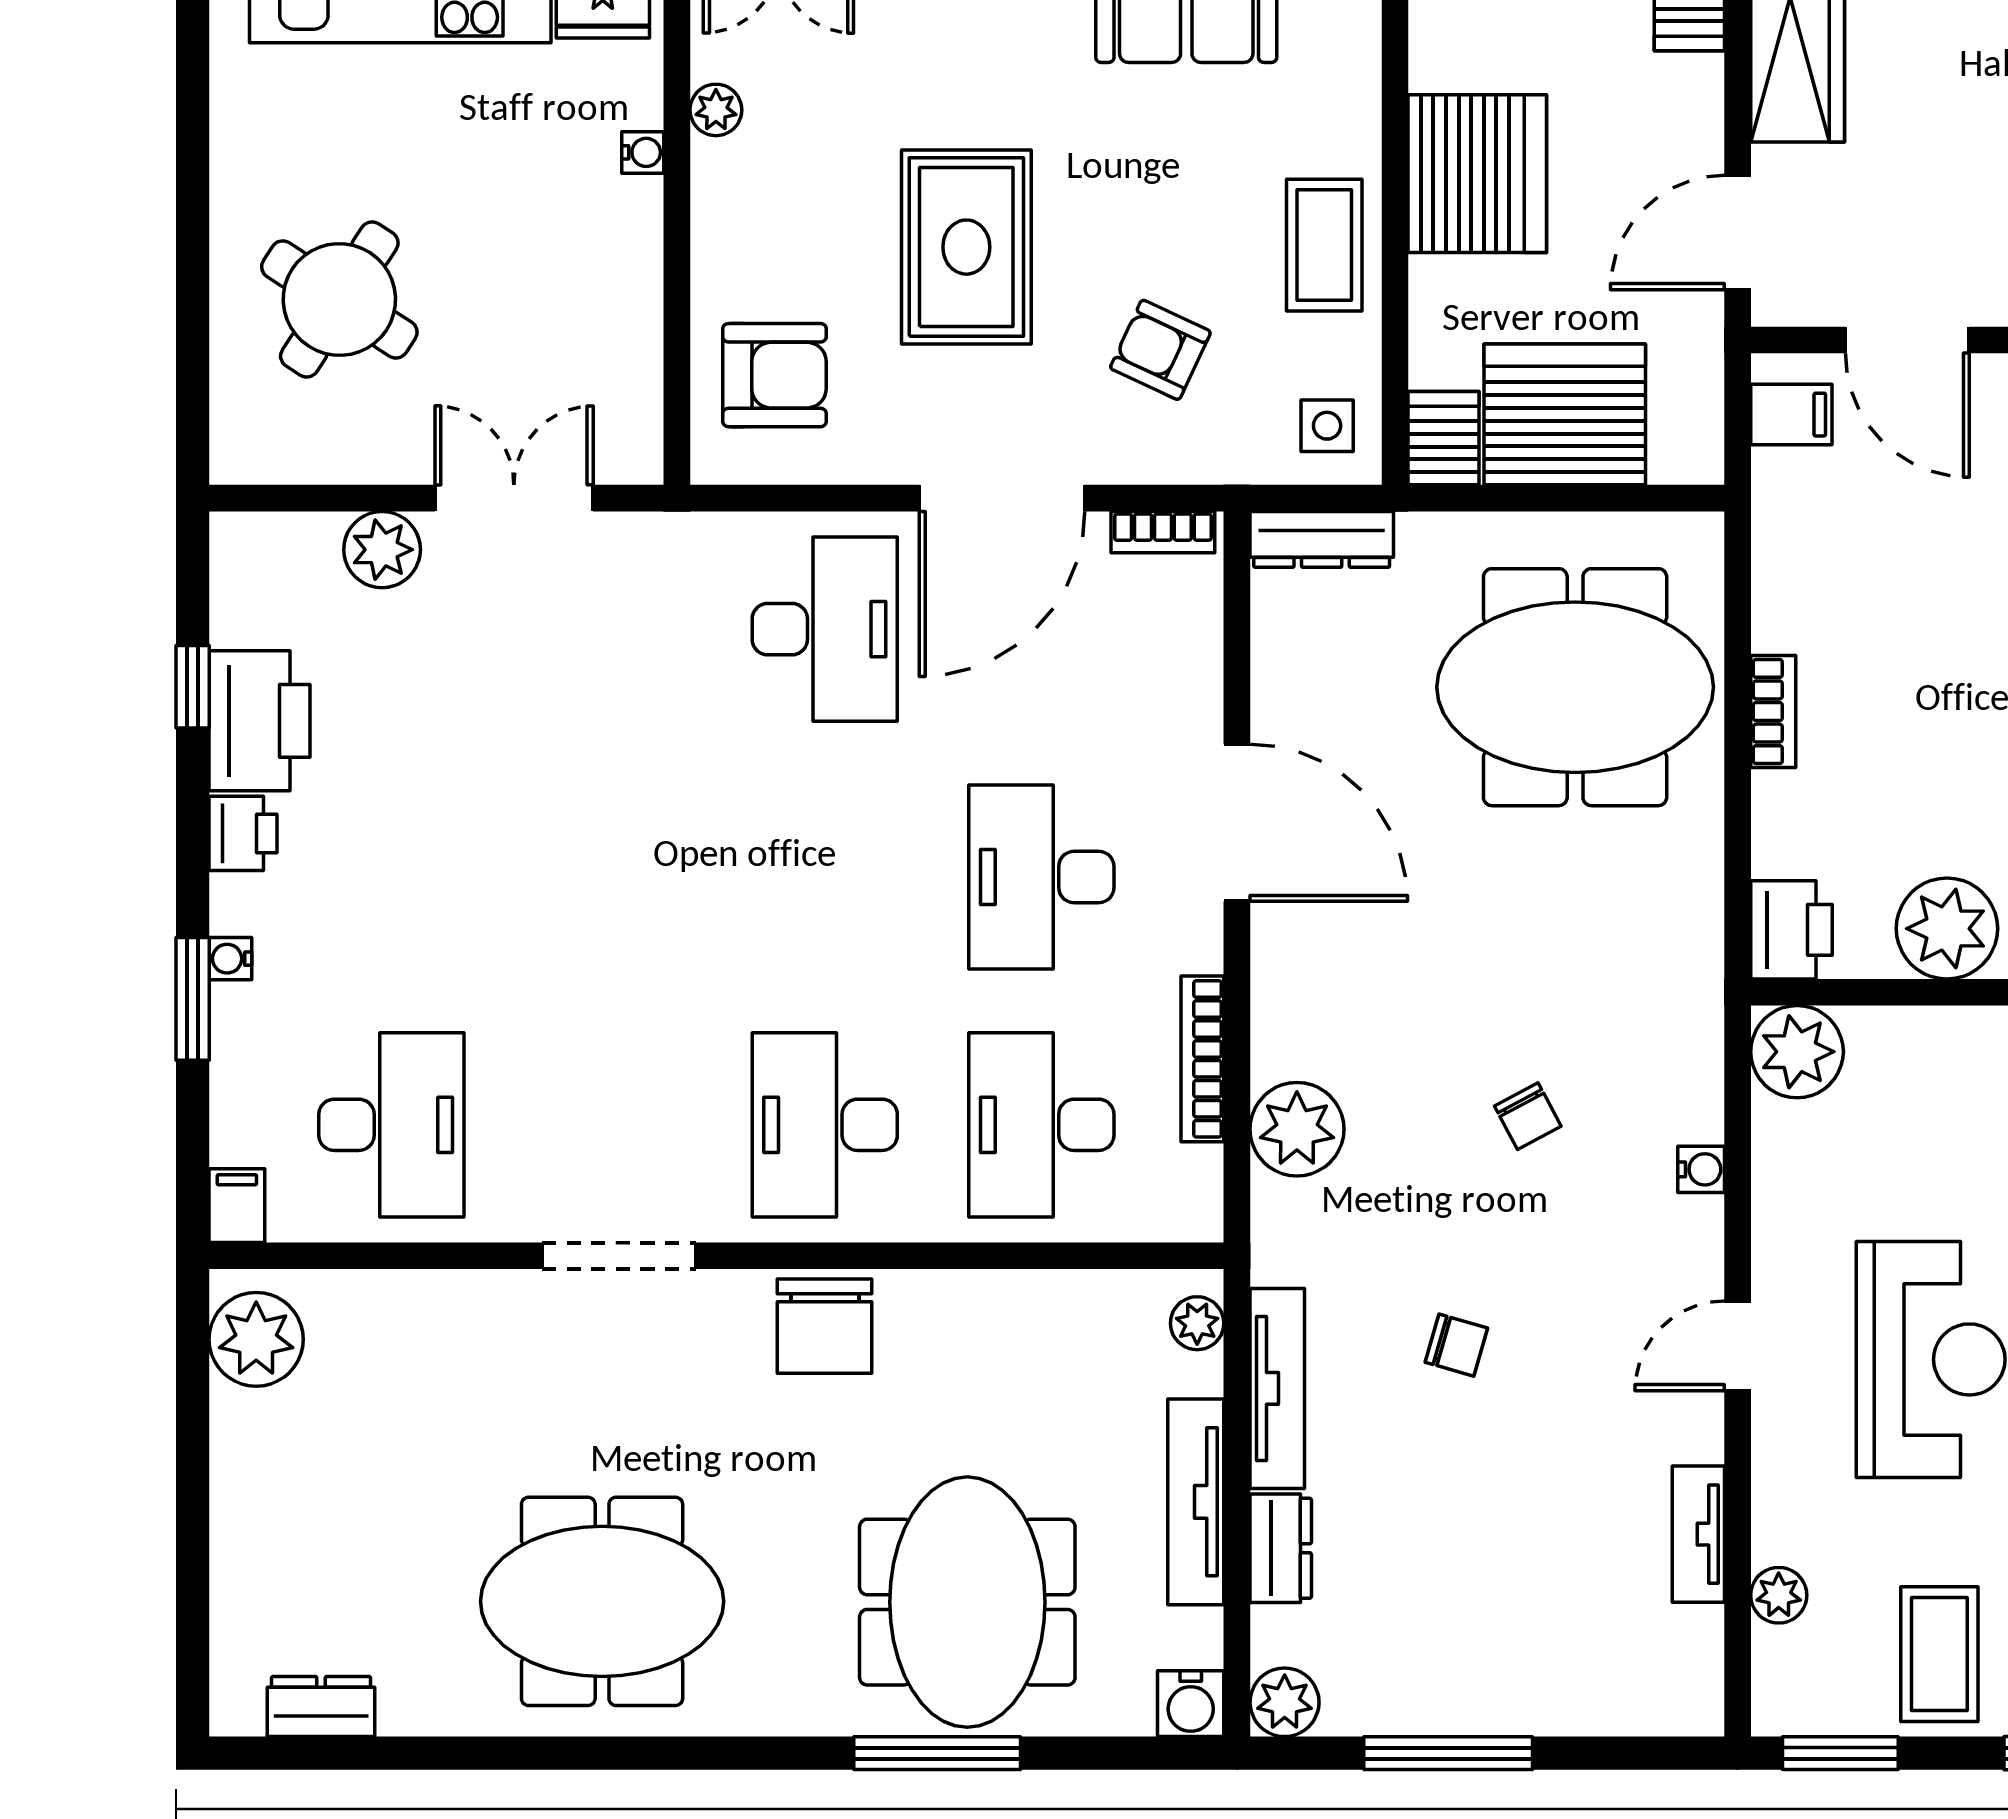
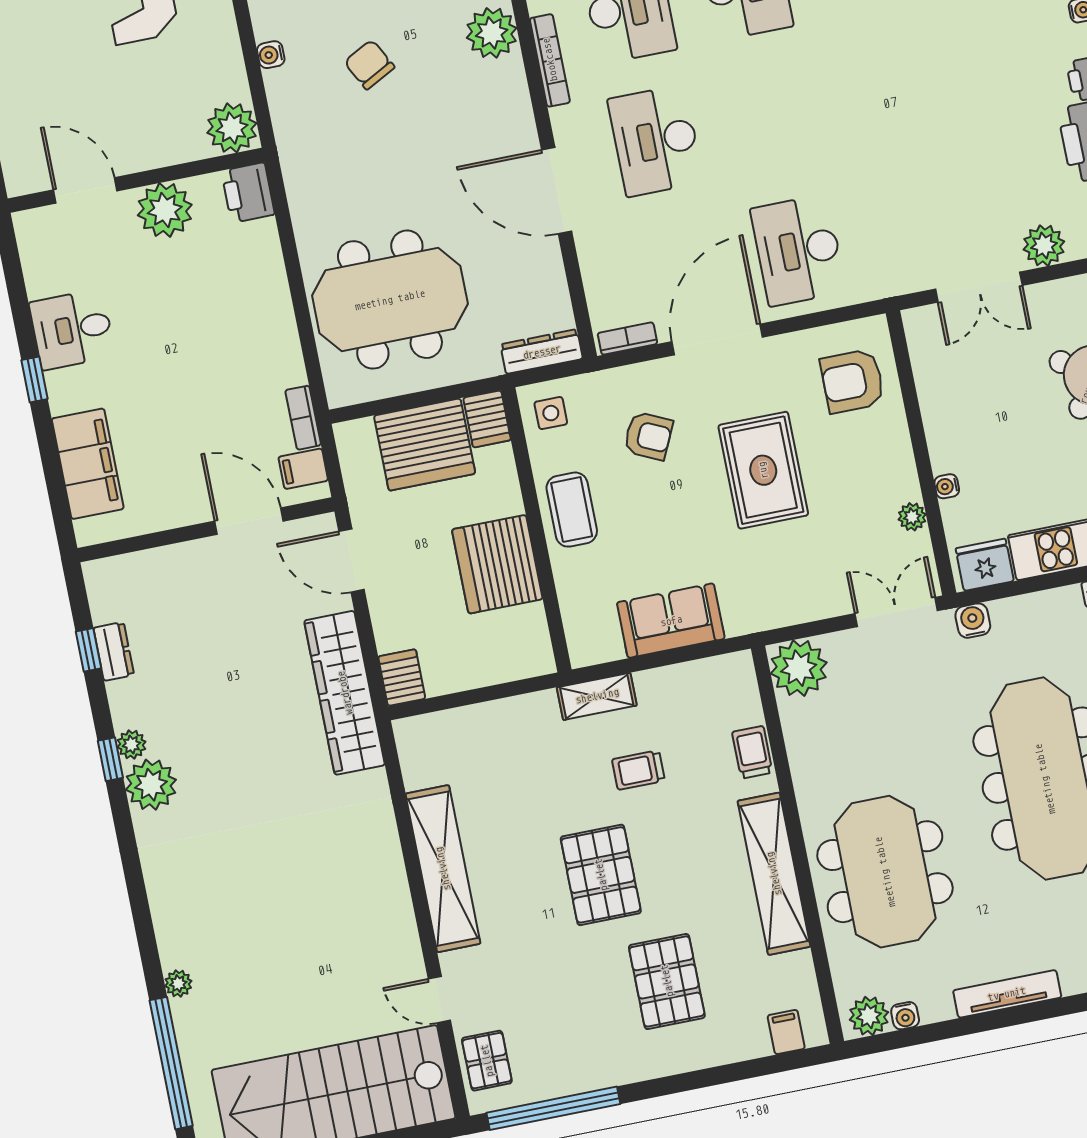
door: (1738, 233) -> (352, 561), swing flipped
bookcase: (1773, 712) -> (303, 418), moved
desk: (1041, 877) -> (656, 141), turned 180
chair: (1528, 1116) -> (369, 65), width x1.37, depth x1.37

